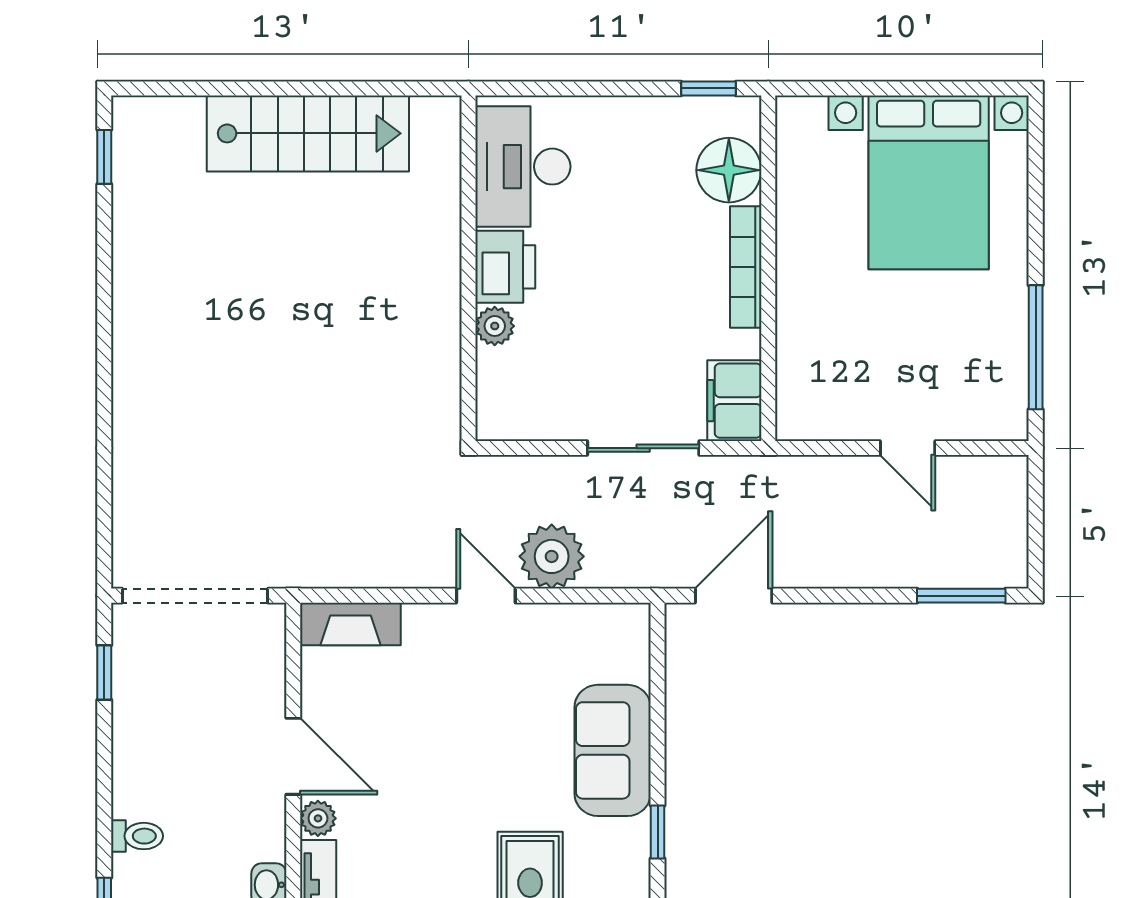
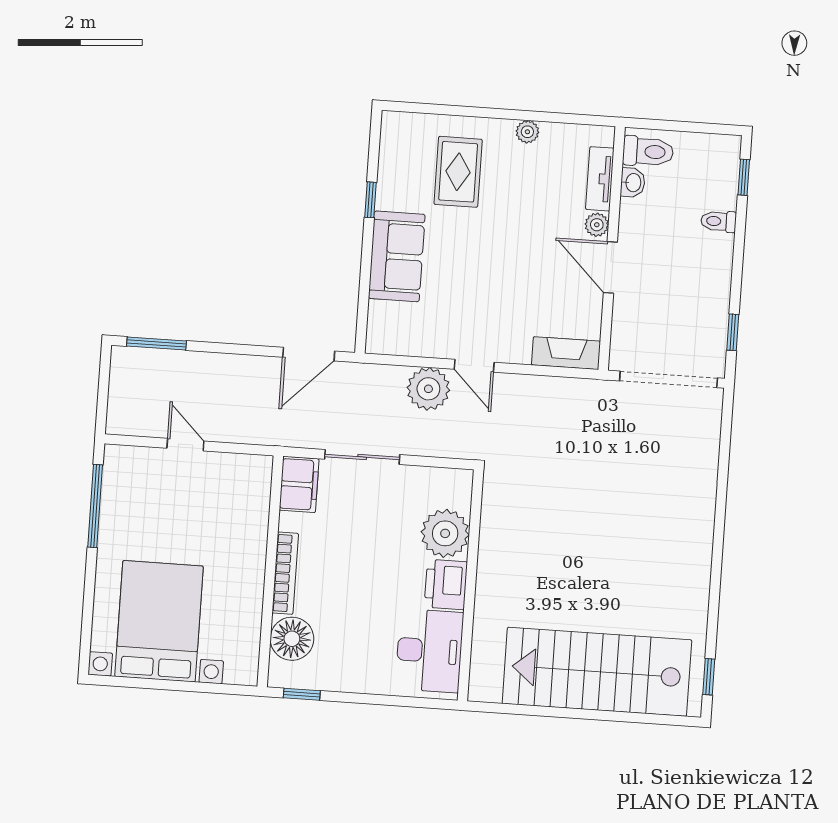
stairs: (308, 133) -> (597, 672), width x1.36, depth x1.51
plant: (495, 326) -> (445, 533), width x1.88, depth x1.88

